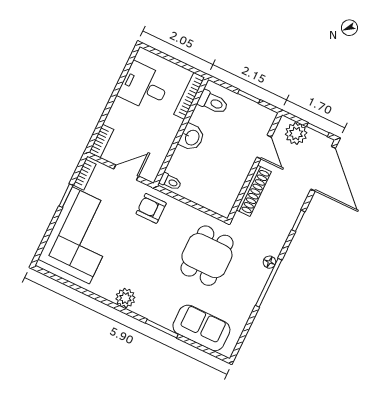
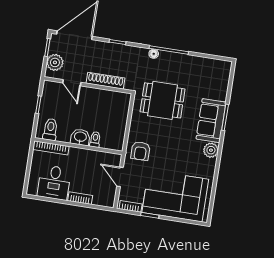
bookcase: (101, 141) -> (80, 198), moved
door: (264, 147) -> (72, 83), swing flipped
toilet: (170, 182) -> (95, 139), moved
sofa: (201, 328) -> (211, 121), moved

